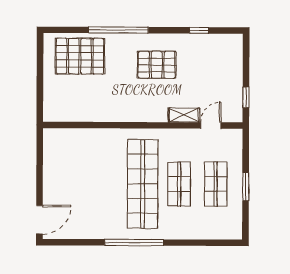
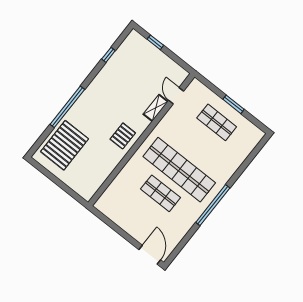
pallet: (157, 65) -> (123, 136), moved, width x0.67, depth x0.71
window: (246, 97) -> (155, 42), moved
shop shelf: (179, 184) -> (160, 193), moved

